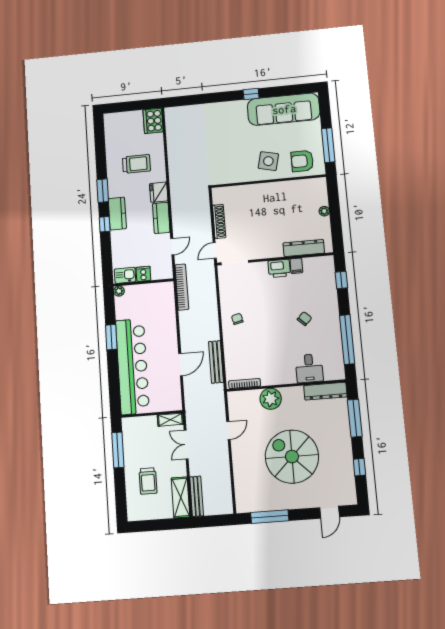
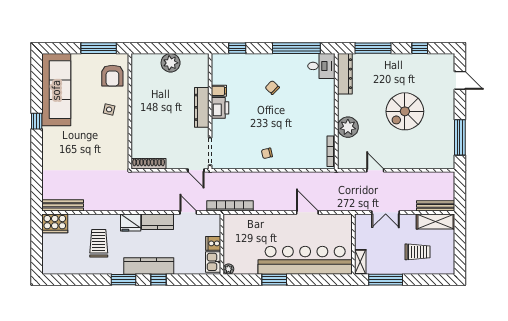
side table: (268, 161) -> (109, 109), width x0.54, depth x0.54
plant: (324, 211) -> (171, 63), width x1.87, depth x1.87
kitchen counter: (117, 214) -> (149, 266), width x1.50
shoe rack: (219, 221) -> (149, 164), moved
dresser: (304, 248) -> (202, 107), moved
bench: (216, 362) -> (63, 205), moved
desk: (309, 368) -> (321, 66), moved
shelving: (170, 420) -> (360, 262), moved
spiral stairs: (292, 457) -> (405, 111), width x0.73, depth x0.73

